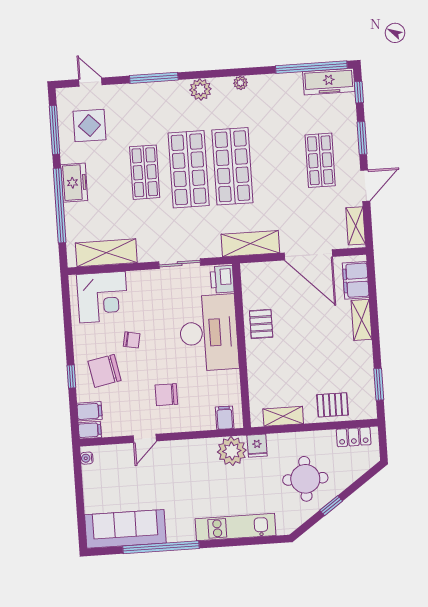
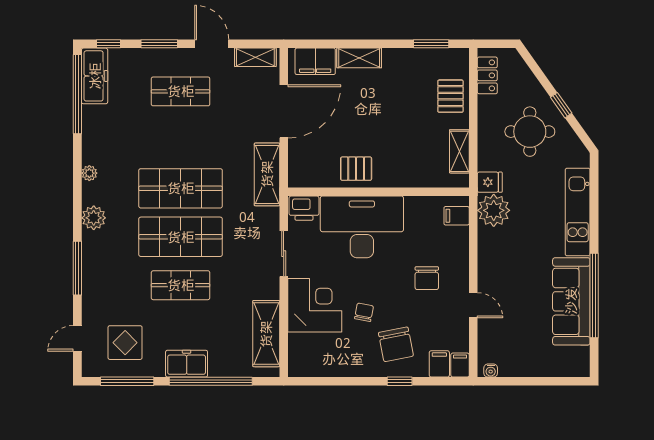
corner desk: (102, 297) -> (315, 305), moved
sofa: (125, 529) -> (571, 301), moved

